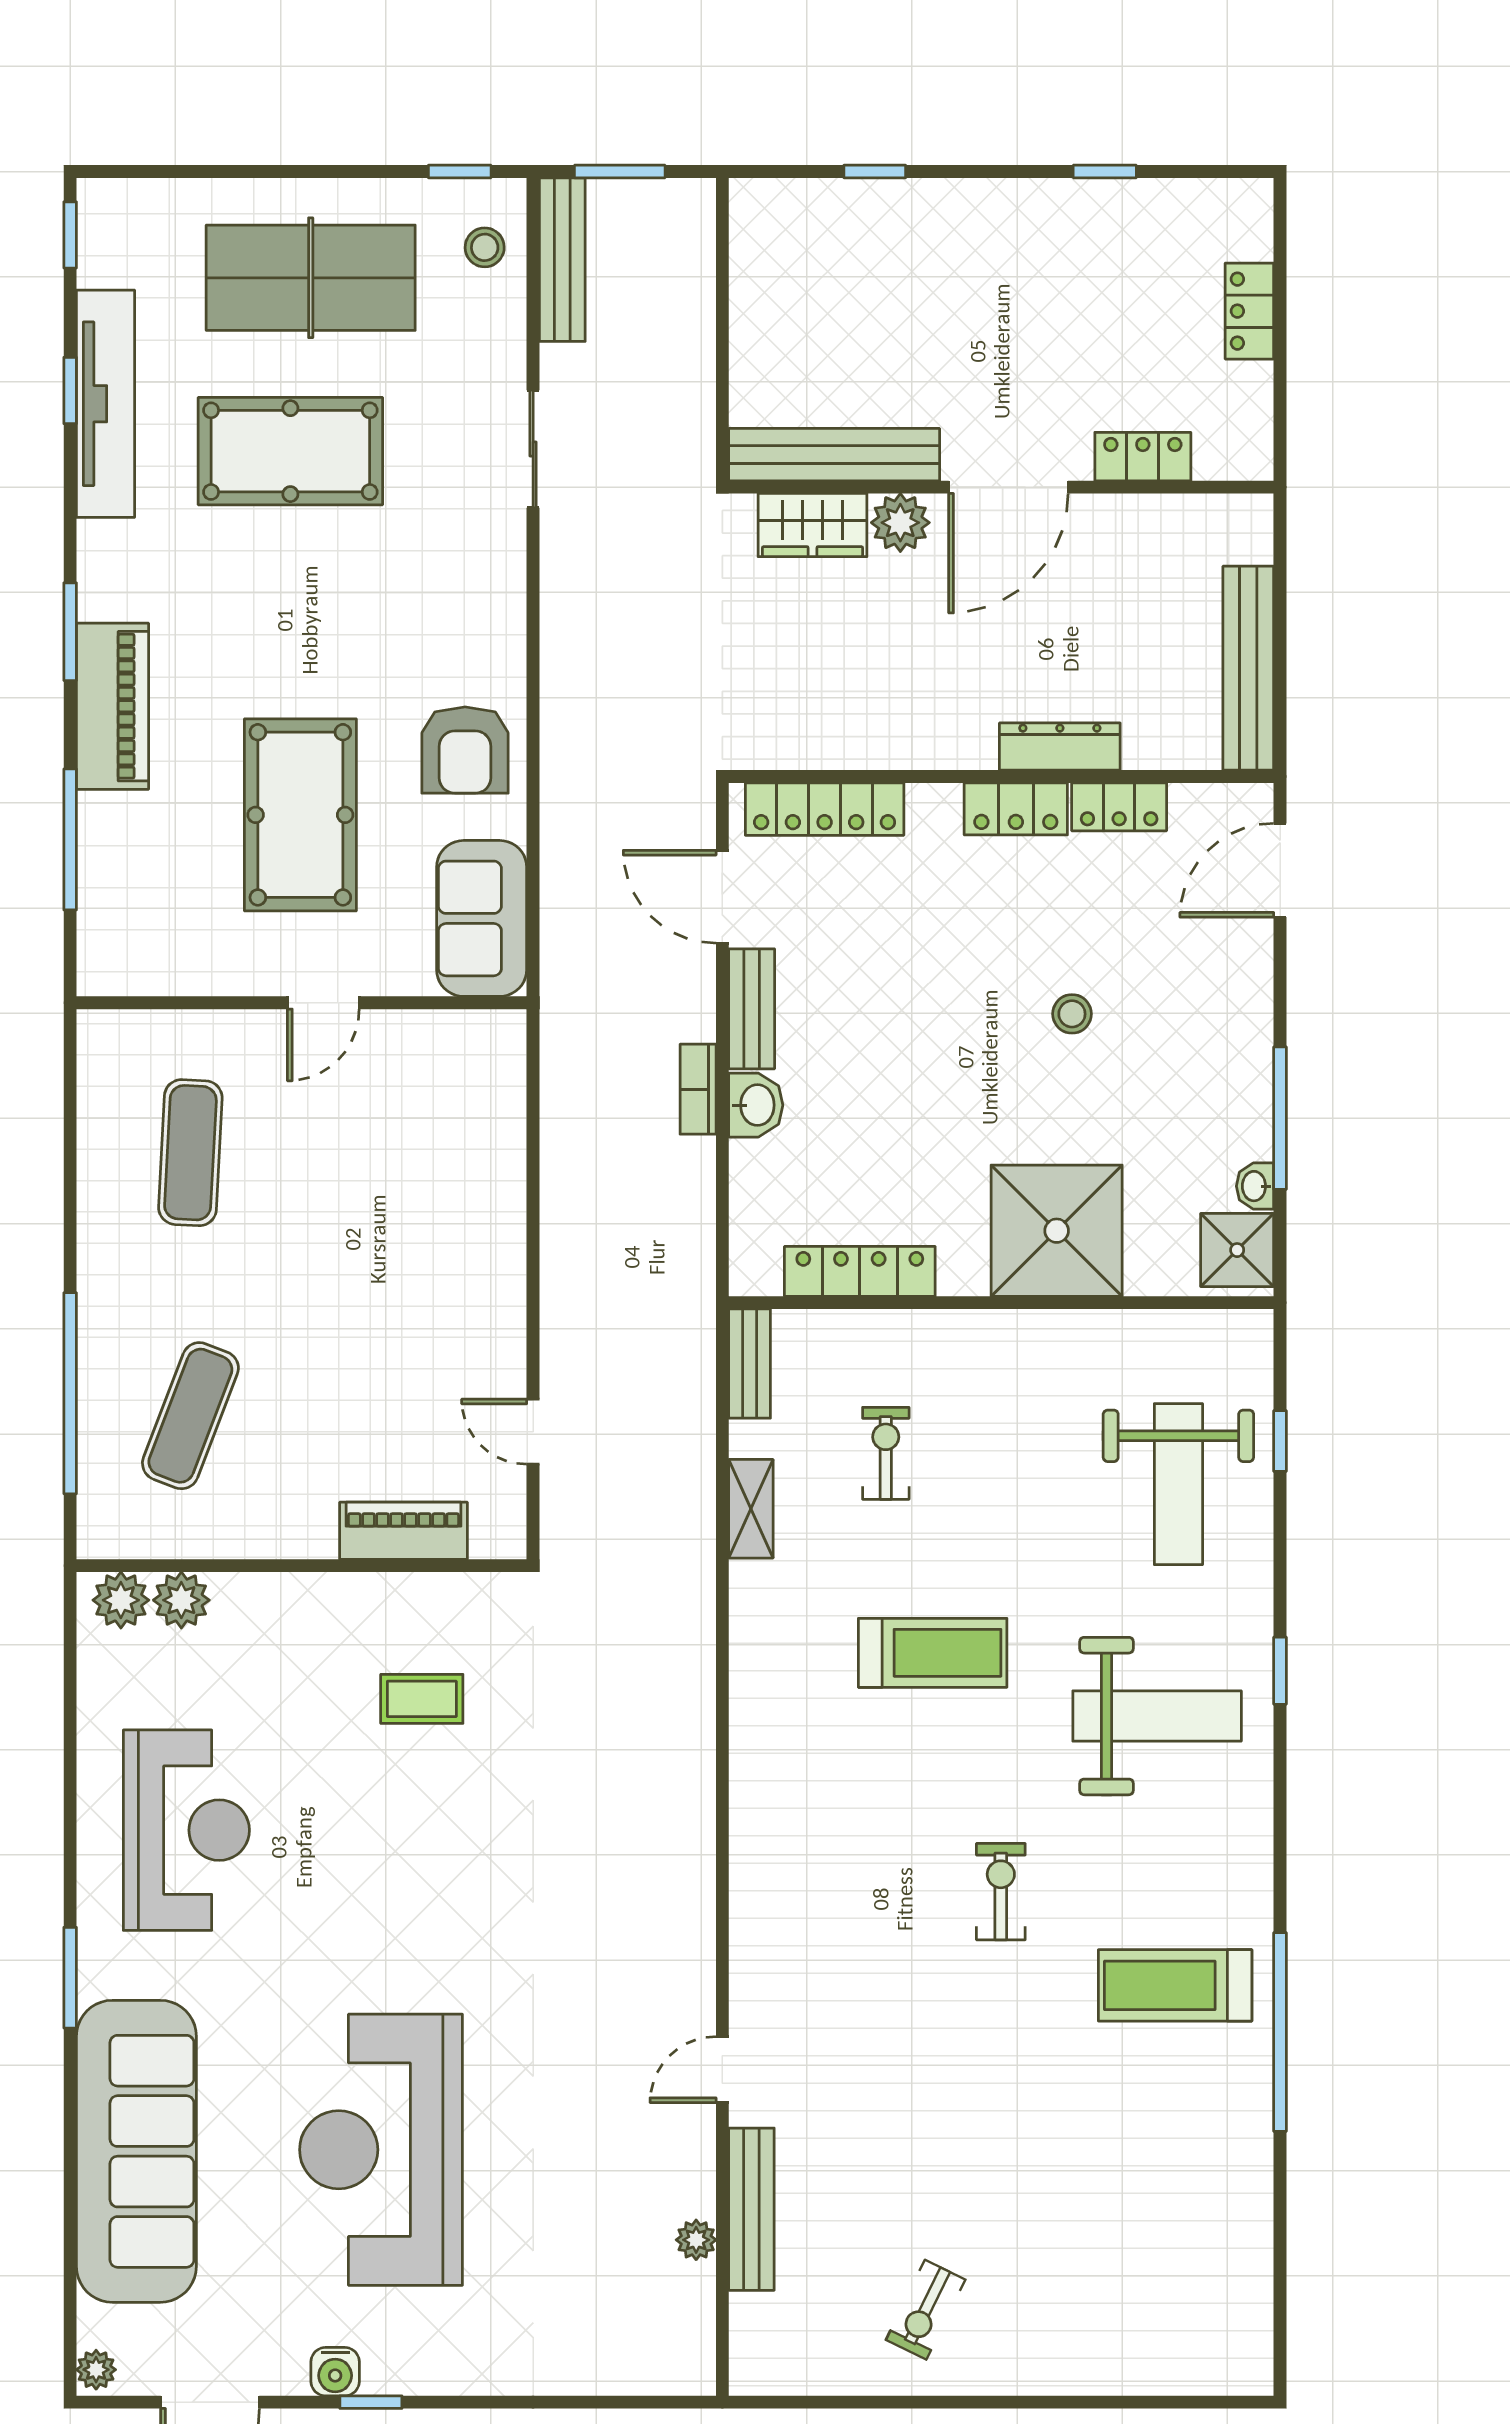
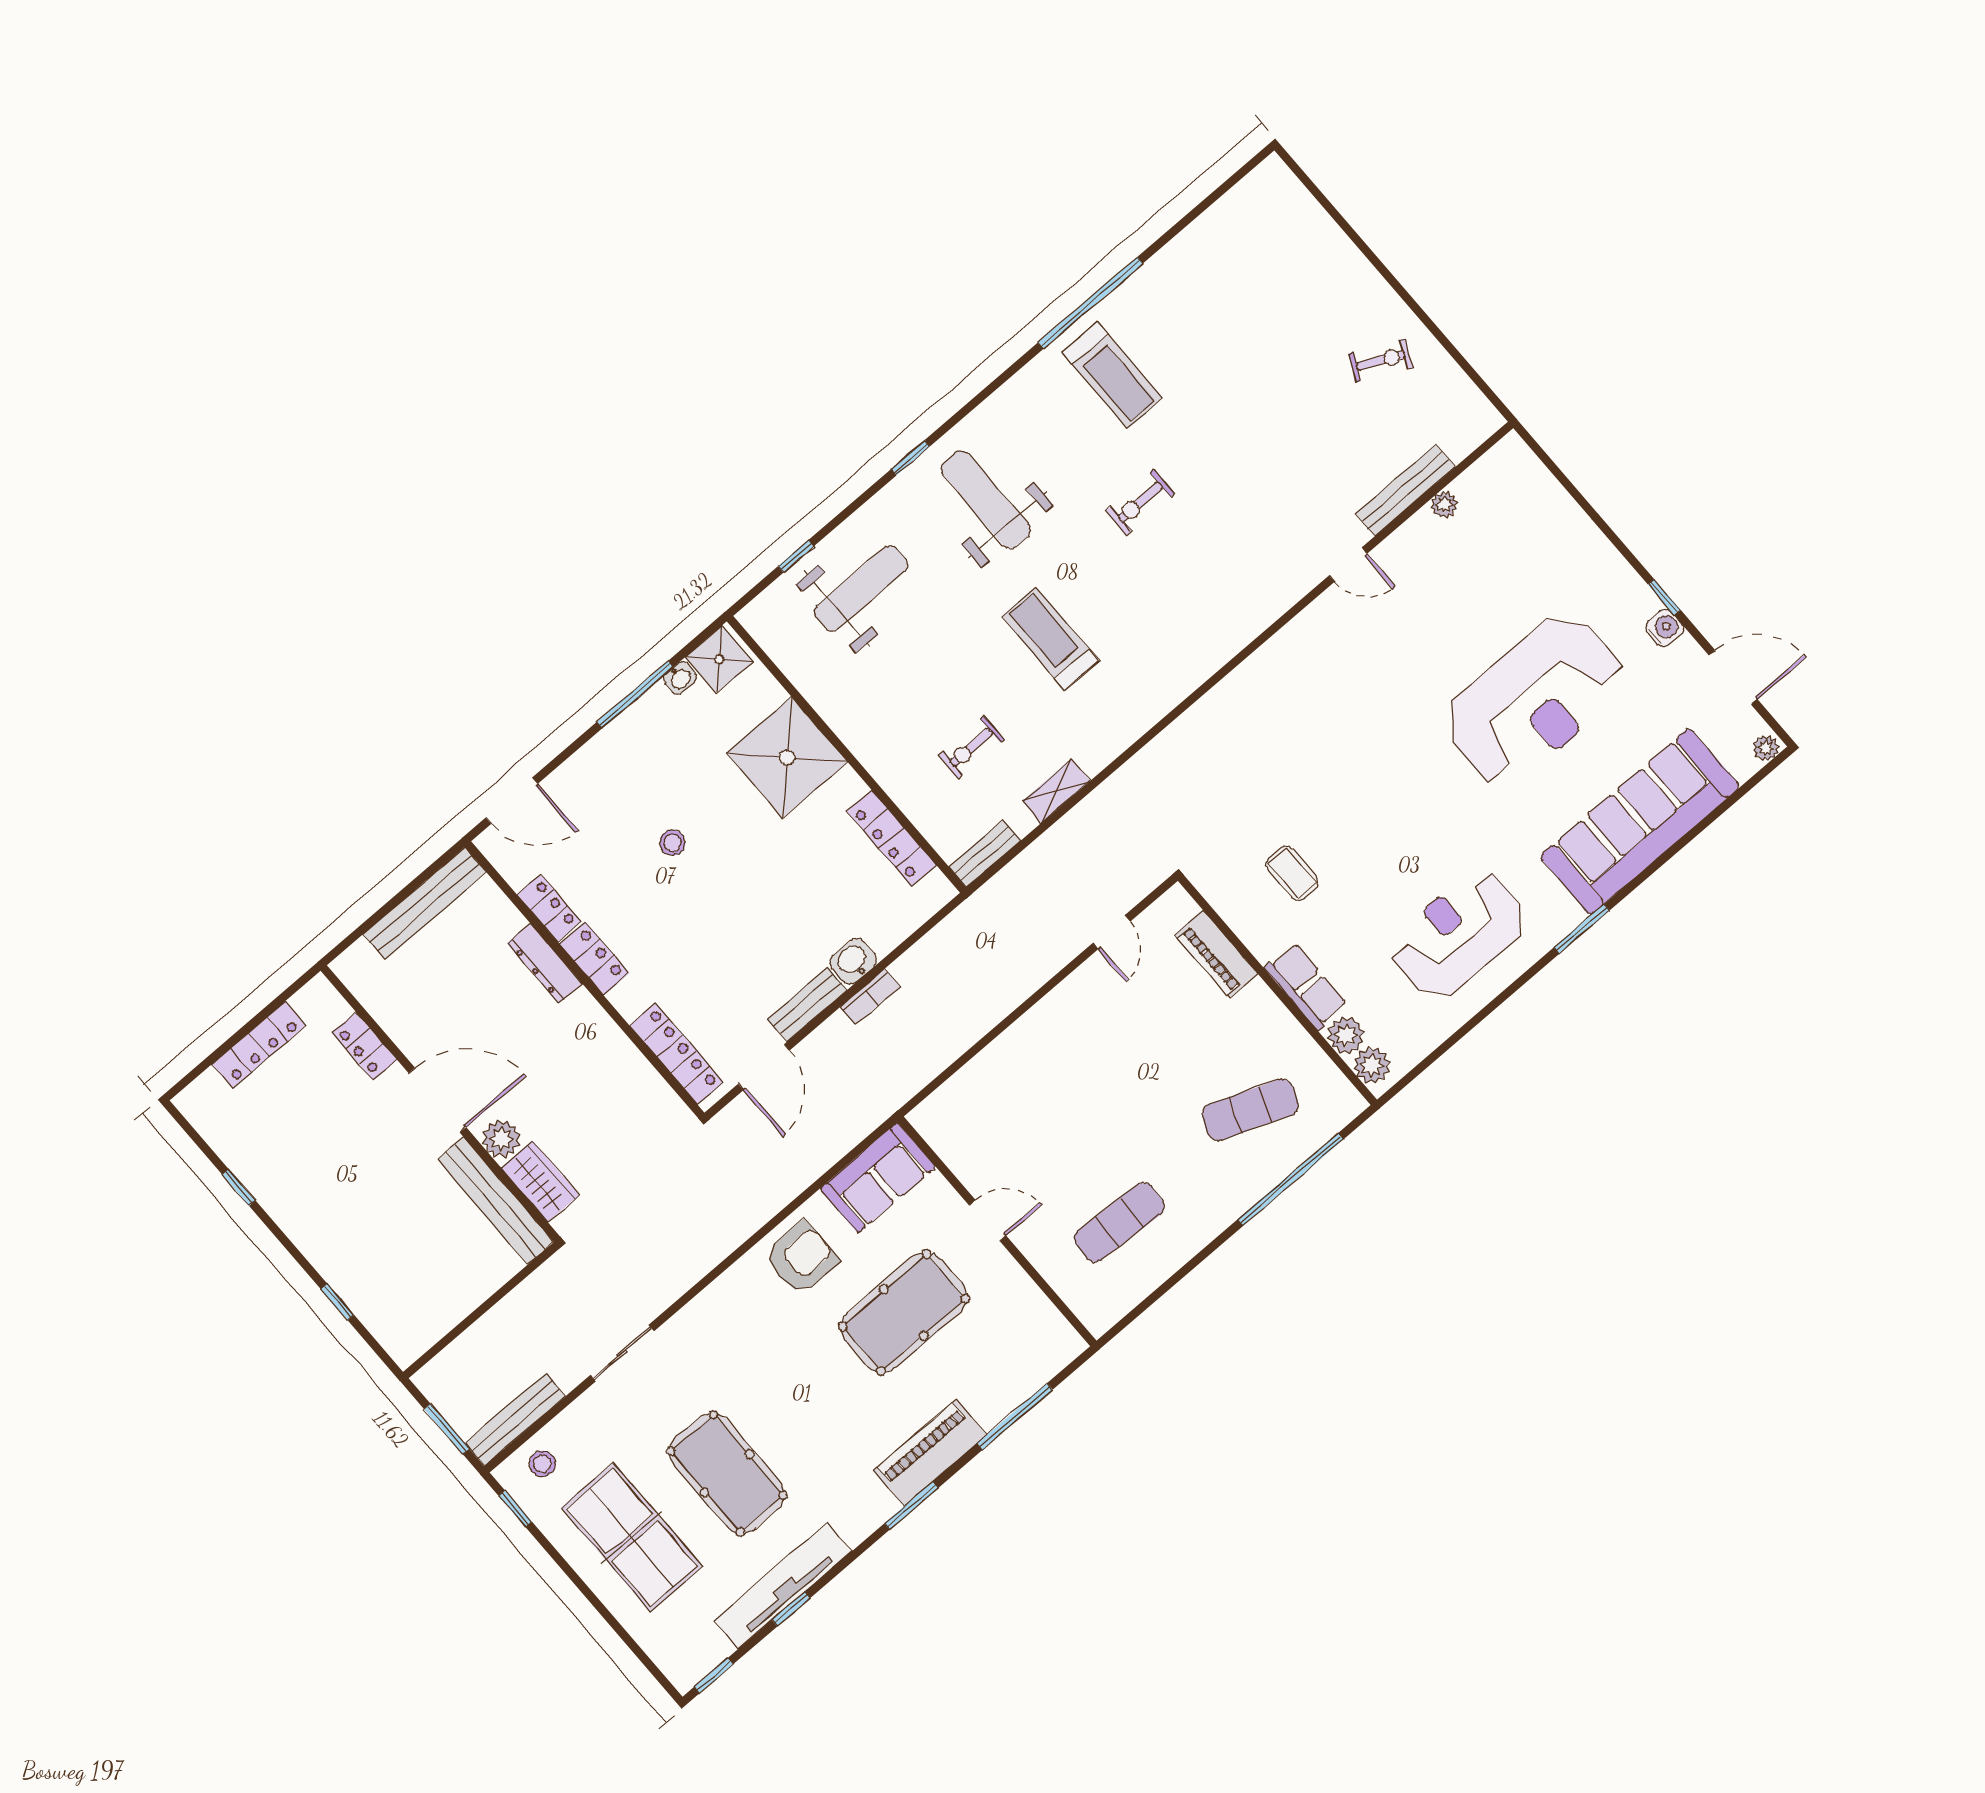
locker: (1249, 311) -> (259, 1045), width x1.53
row of seats: (278, 1603) -> (1306, 986), added

